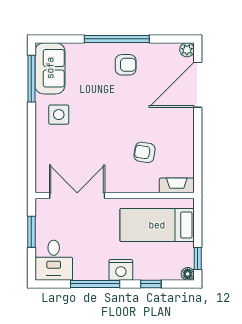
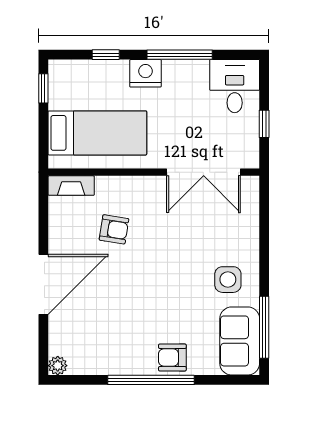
armchair: (126, 65) -> (172, 357), moved
door: (198, 85) -> (43, 284), moved
window: (31, 232) -> (264, 124), width x0.67
floor lamp: (188, 274) -> (57, 68), removed

